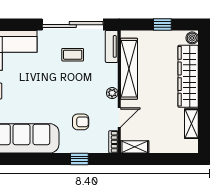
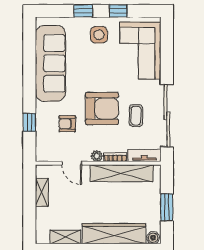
window: (162, 25) -> (167, 207), width x1.50
armchair: (66, 88) -> (102, 108), added
armchair: (81, 122) -> (67, 124), turned 90
bookcase: (113, 142) -> (115, 157), moved
shelving: (135, 147) -> (42, 192), moved

